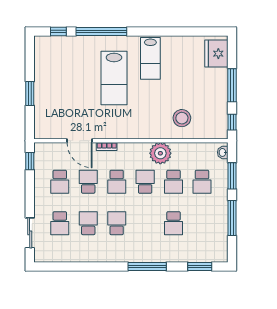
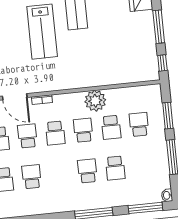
stool: (182, 118) -> (113, 64), removed
washbasin: (223, 152) -> (167, 195), moved
school desk: (202, 182) -> (139, 124), turned 180
school desk: (117, 223) -> (87, 171), moved
window: (200, 267) -> (145, 208), width x1.44

